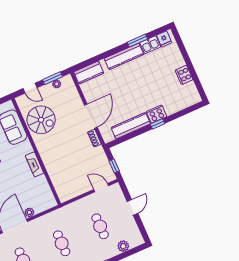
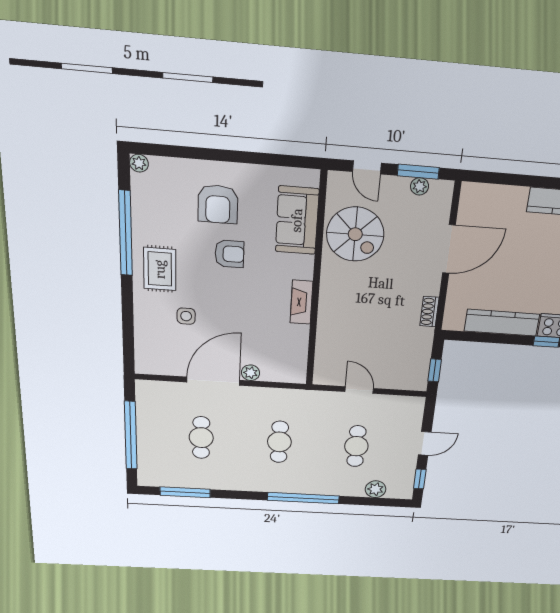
kitchen counter: (89, 72) -> (488, 197), removed
door: (91, 116) -> (449, 249), moved
door: (101, 188) -> (359, 390), moved
window: (142, 229) -> (420, 479), added

